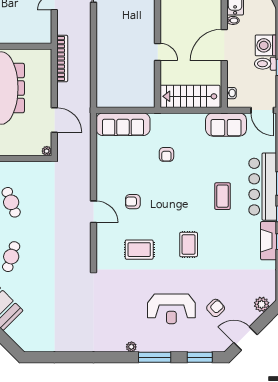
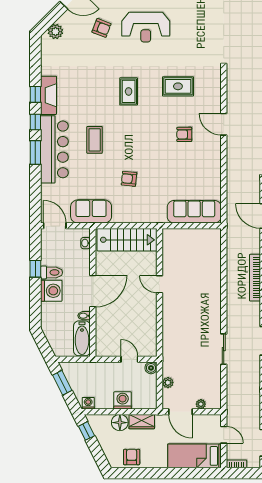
armchair: (166, 154) -> (129, 179), moved, turned -84
armchair: (133, 202) -> (184, 134), turned 180
armchair: (216, 308) -> (101, 28), turned -116
reception desk: (171, 309) -> (146, 27), turned 180

